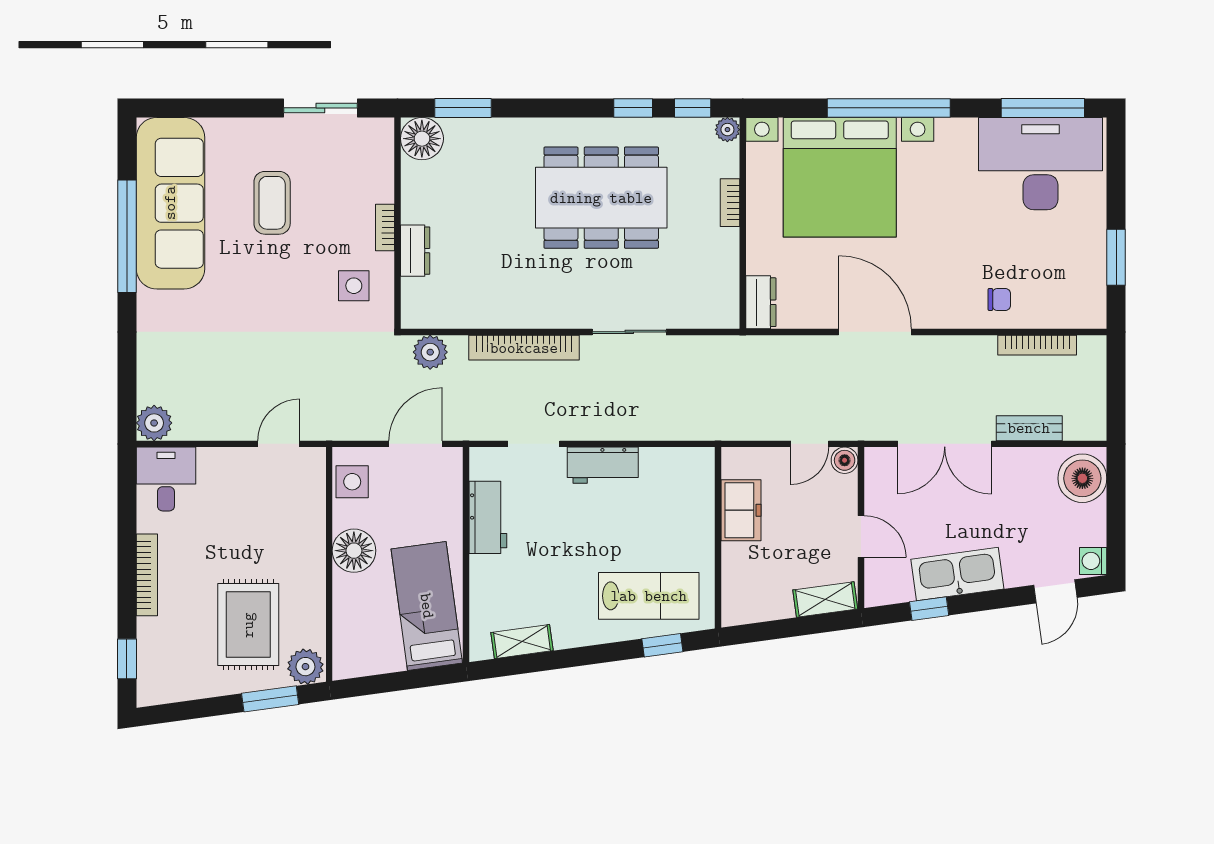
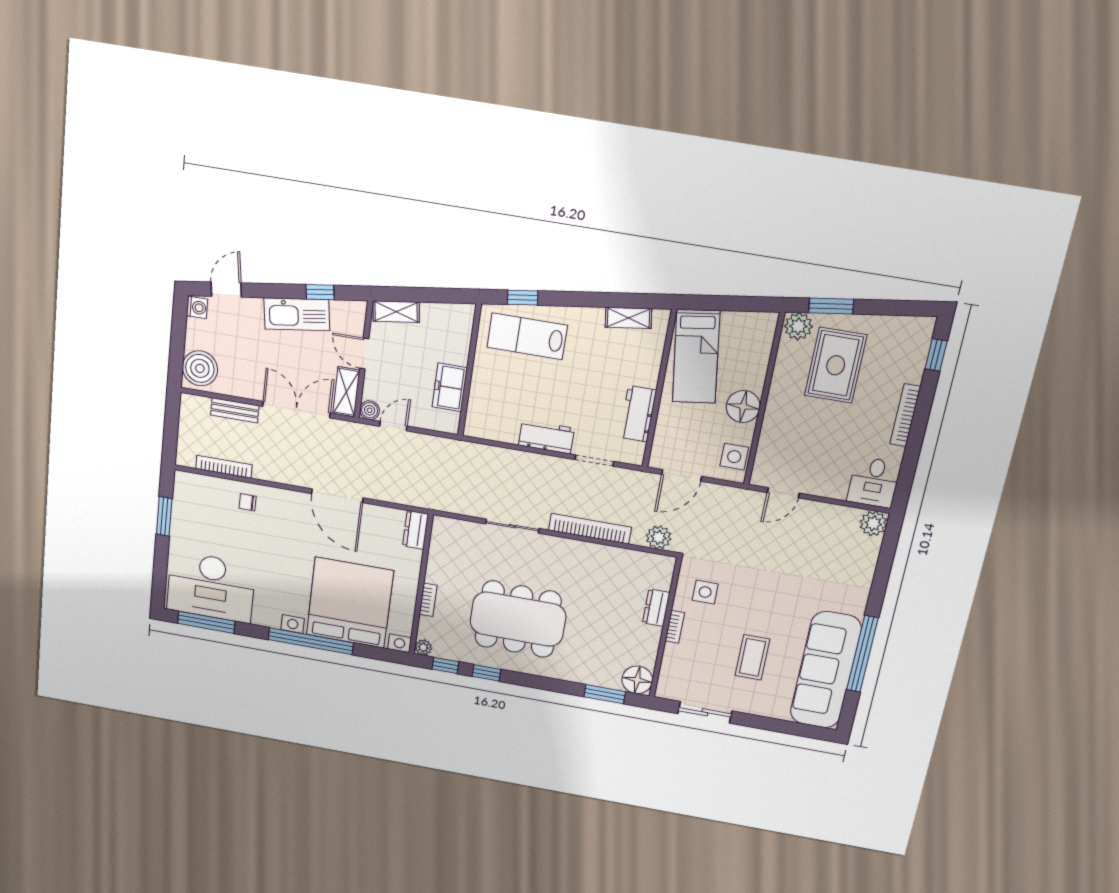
shelving: (879, 480) -> (346, 392), added

